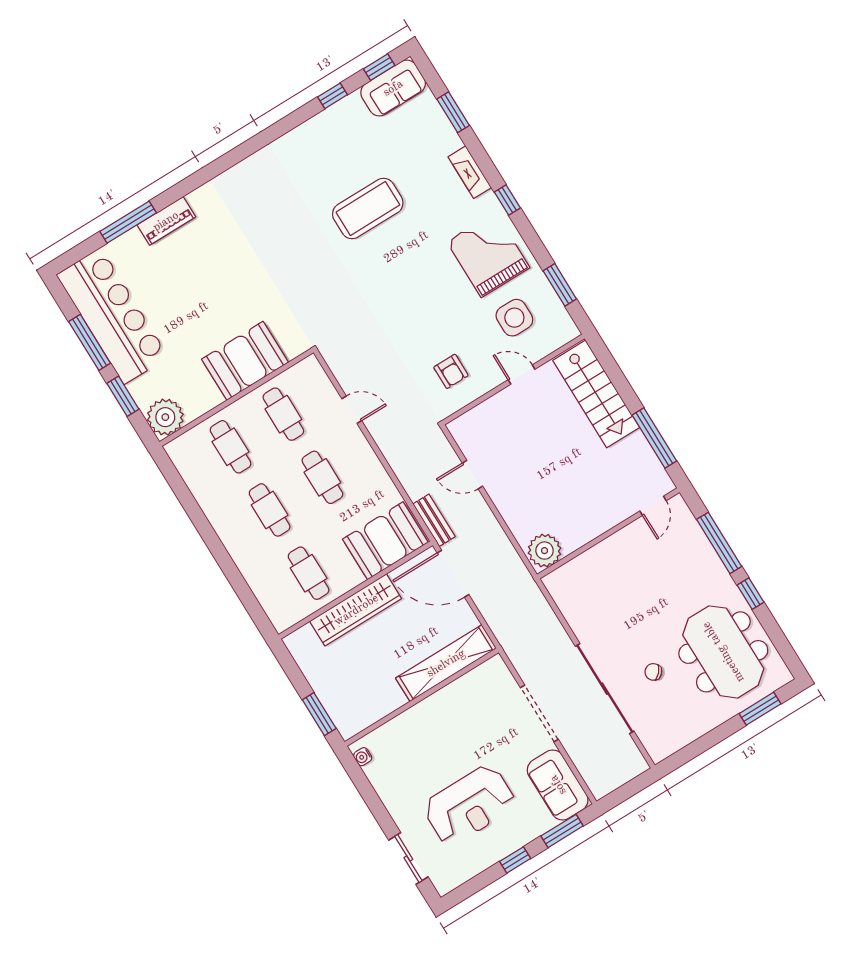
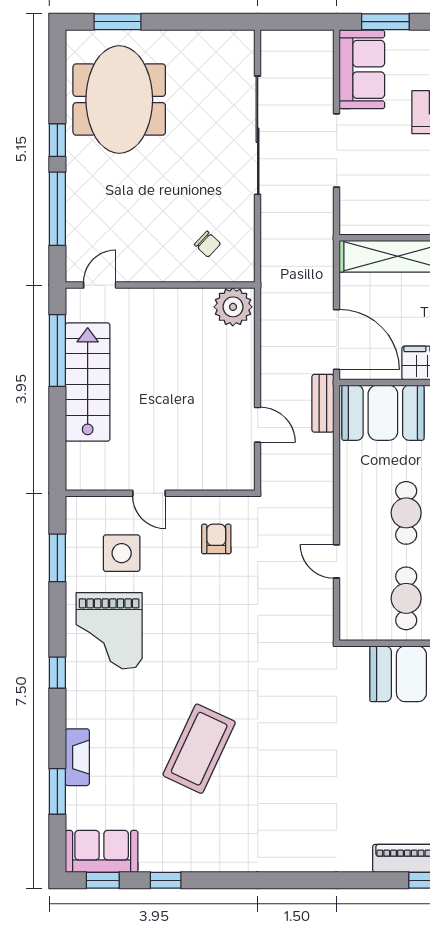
fireplace: (470, 172) -> (77, 757), moved
coffee table: (368, 209) -> (199, 749), turned -65
stairs: (596, 394) -> (88, 382), moved
chair: (653, 672) -> (208, 244), moved

